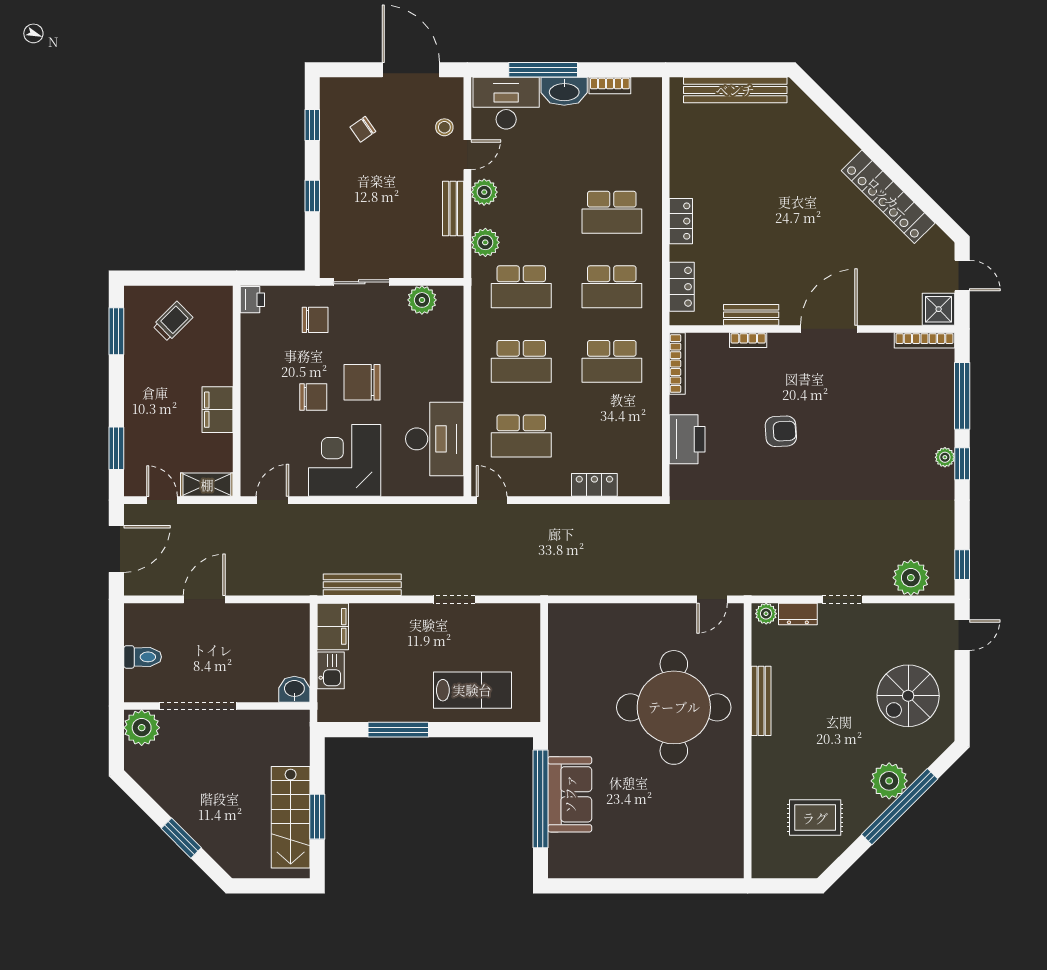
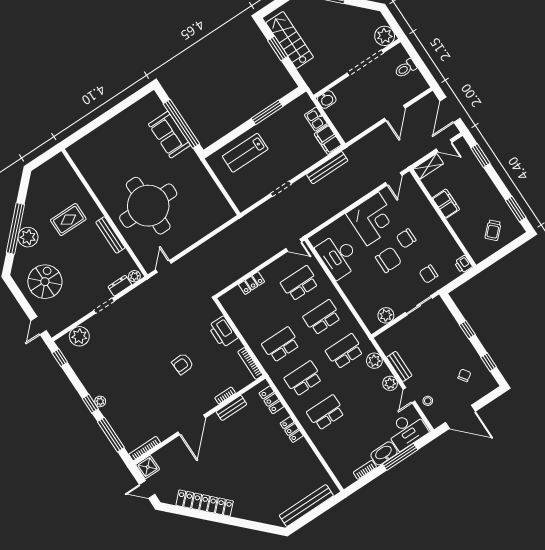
rug: (815, 818) -> (68, 220), moved

